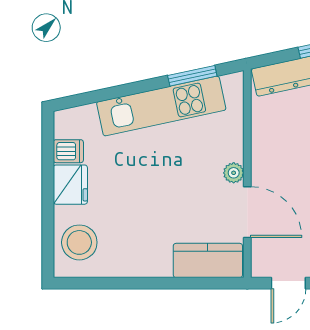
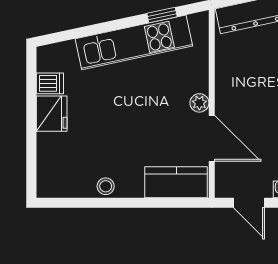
window: (192, 76) -> (162, 15), width x0.67
stool: (79, 242) -> (106, 186), moved, width x0.53, depth x0.53
door: (288, 283) -> (249, 203), hinge flipped

